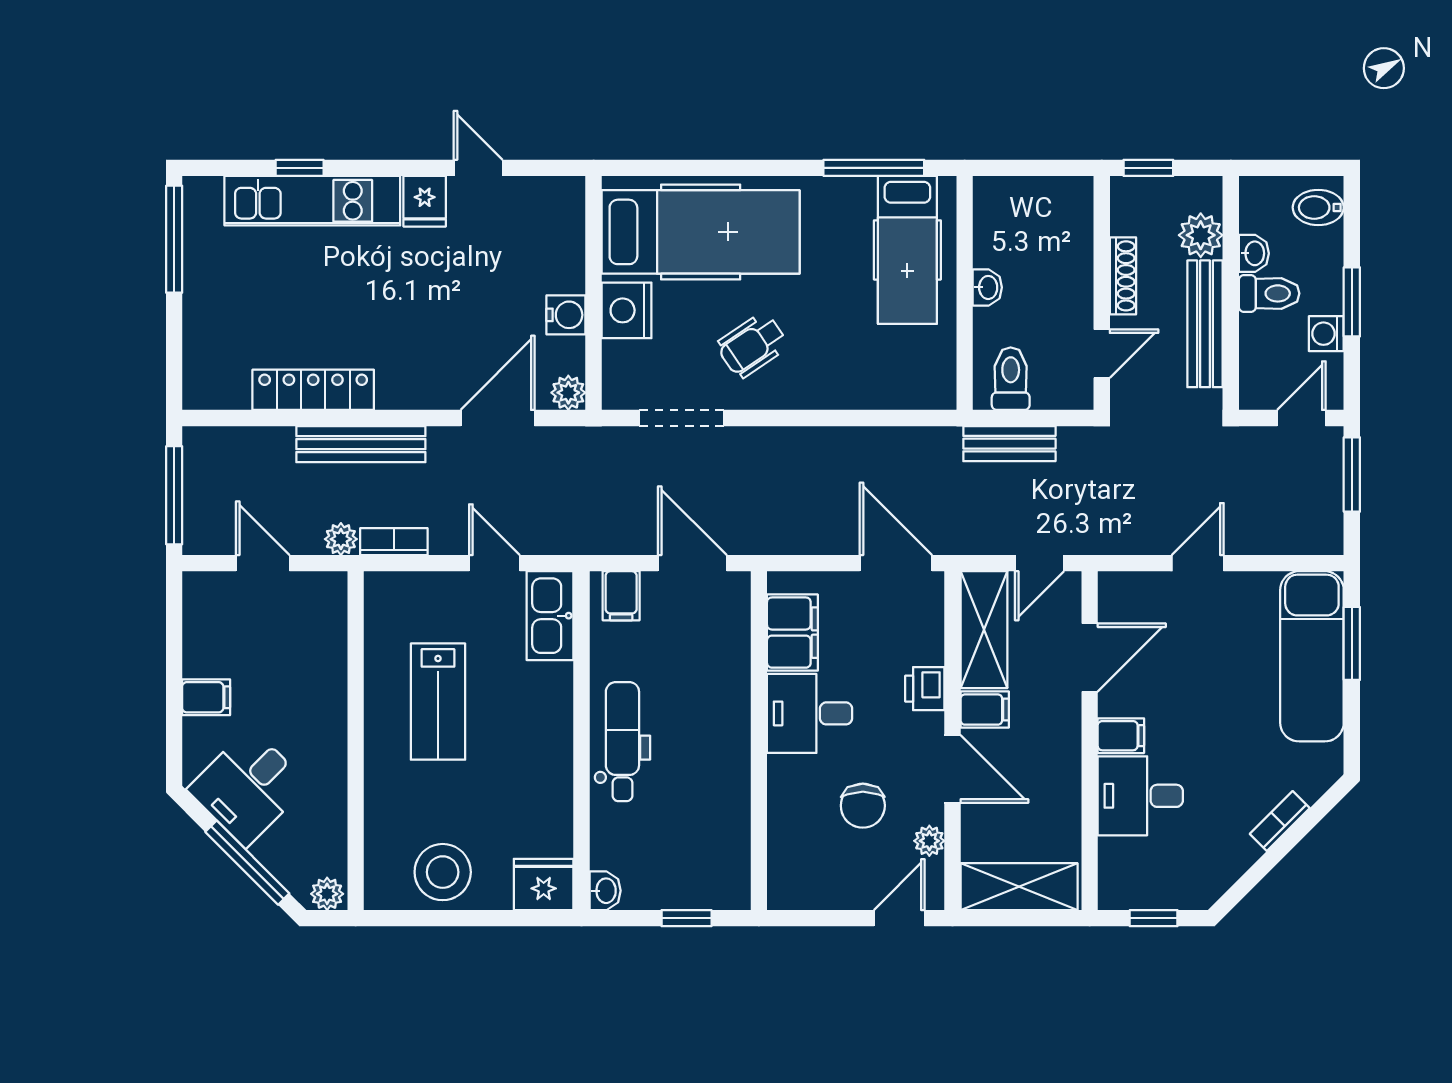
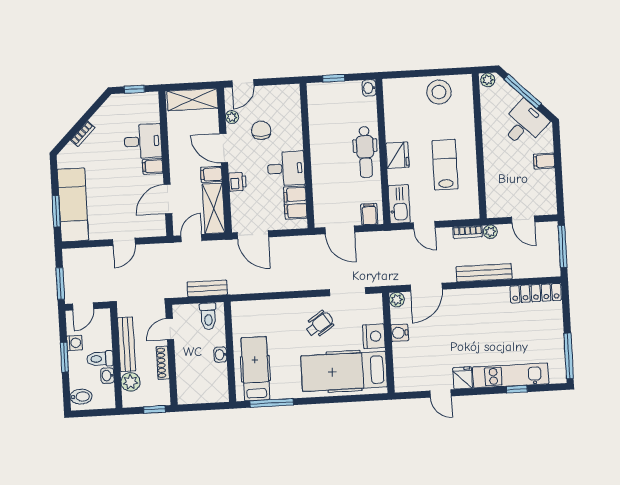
locker: (313, 390) -> (536, 293), moved
fridge: (544, 884) -> (397, 155), moved, turned -90

